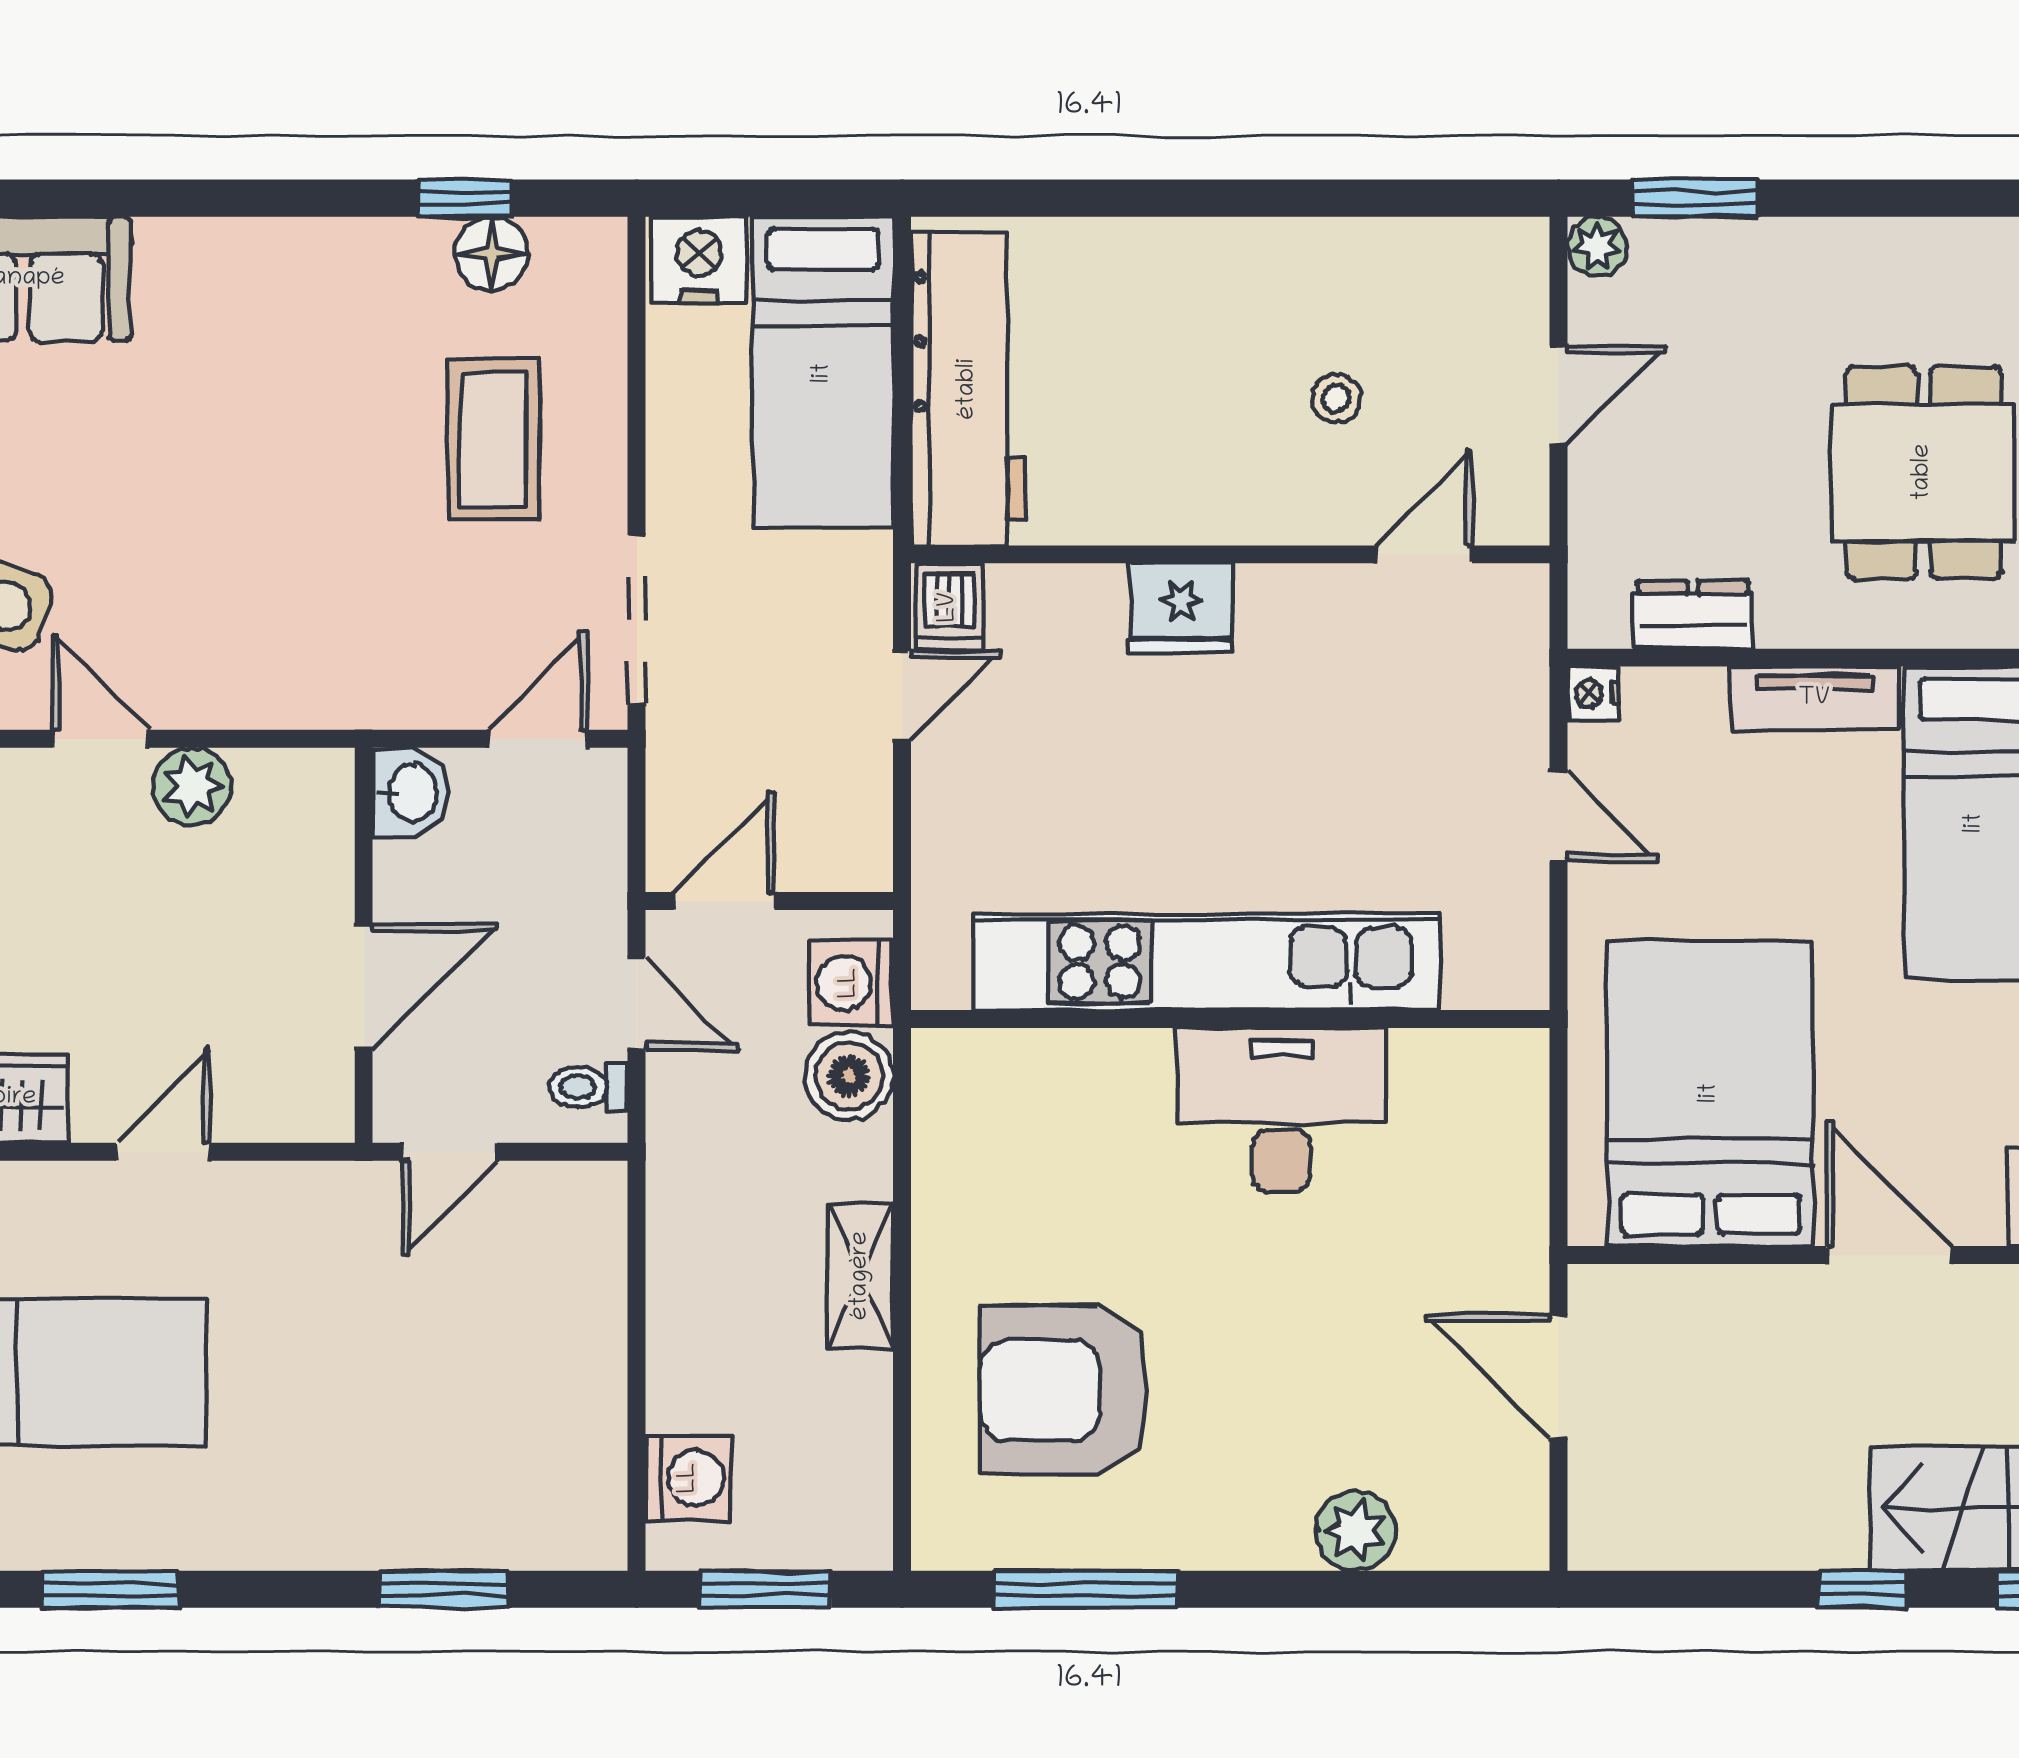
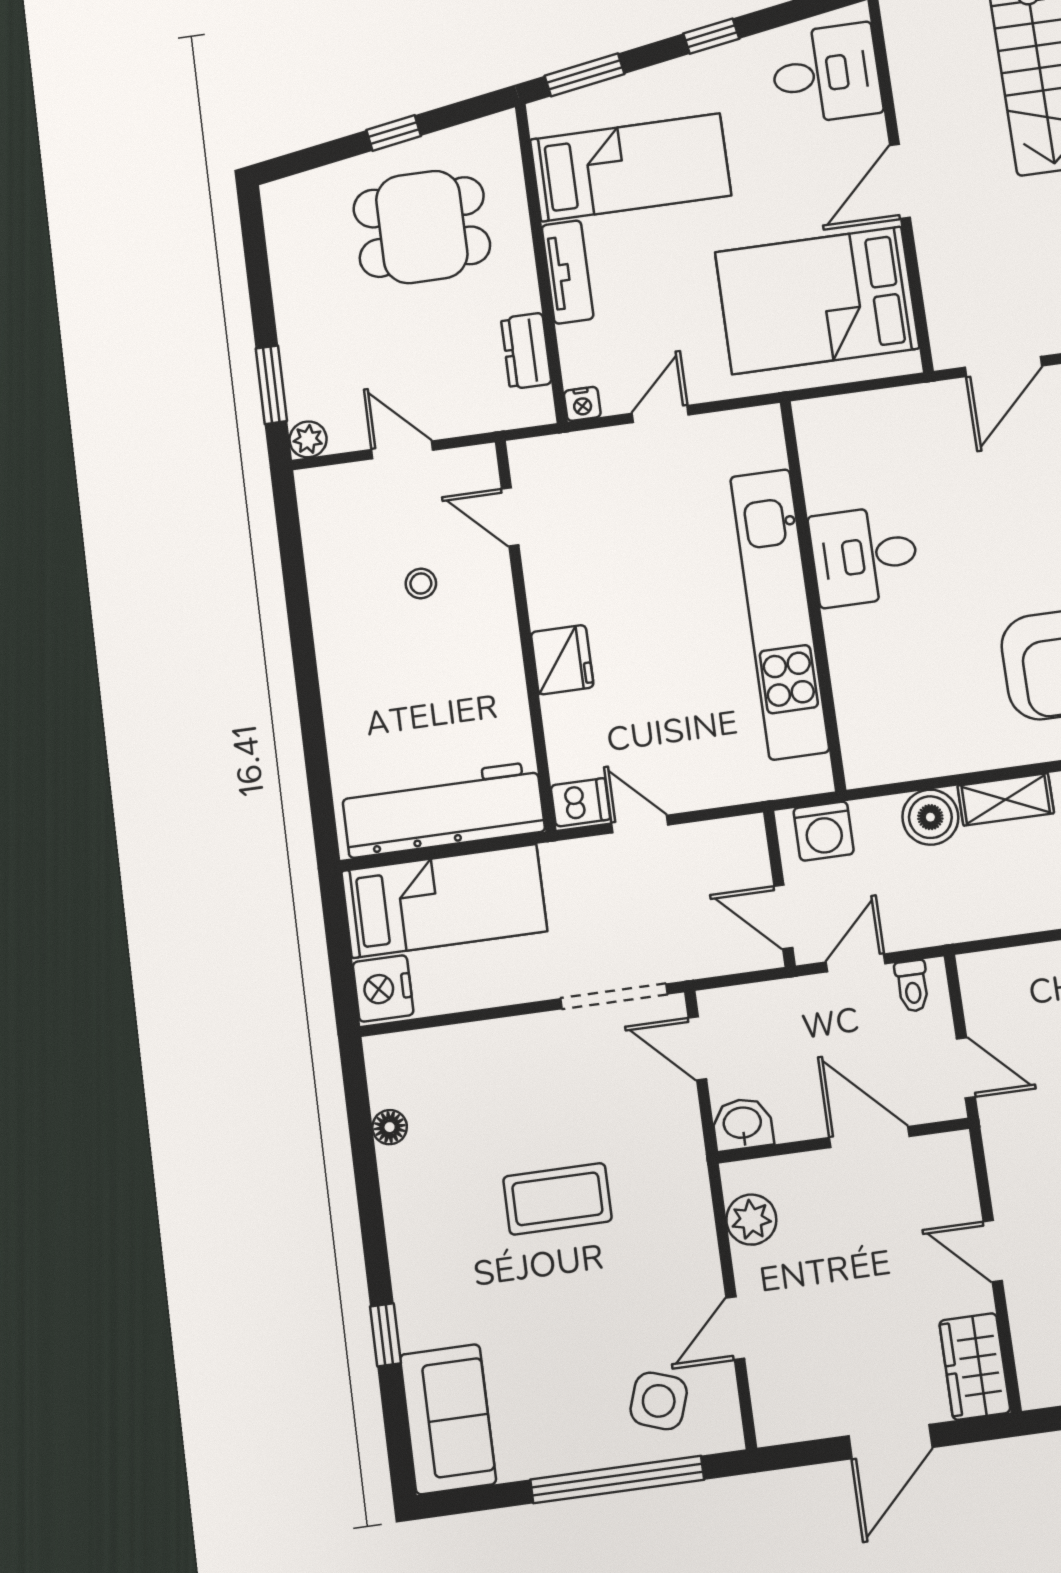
window: (465, 198) -> (385, 1335), moved
floor lamp: (492, 253) -> (390, 1127), width x0.73, depth x0.73
coffee table: (493, 440) -> (557, 1199), moved
plant: (192, 786) -> (751, 1220), moved
boiler: (849, 1076) -> (930, 817), moved
desk: (1282, 1110) -> (864, 556), width x0.73

